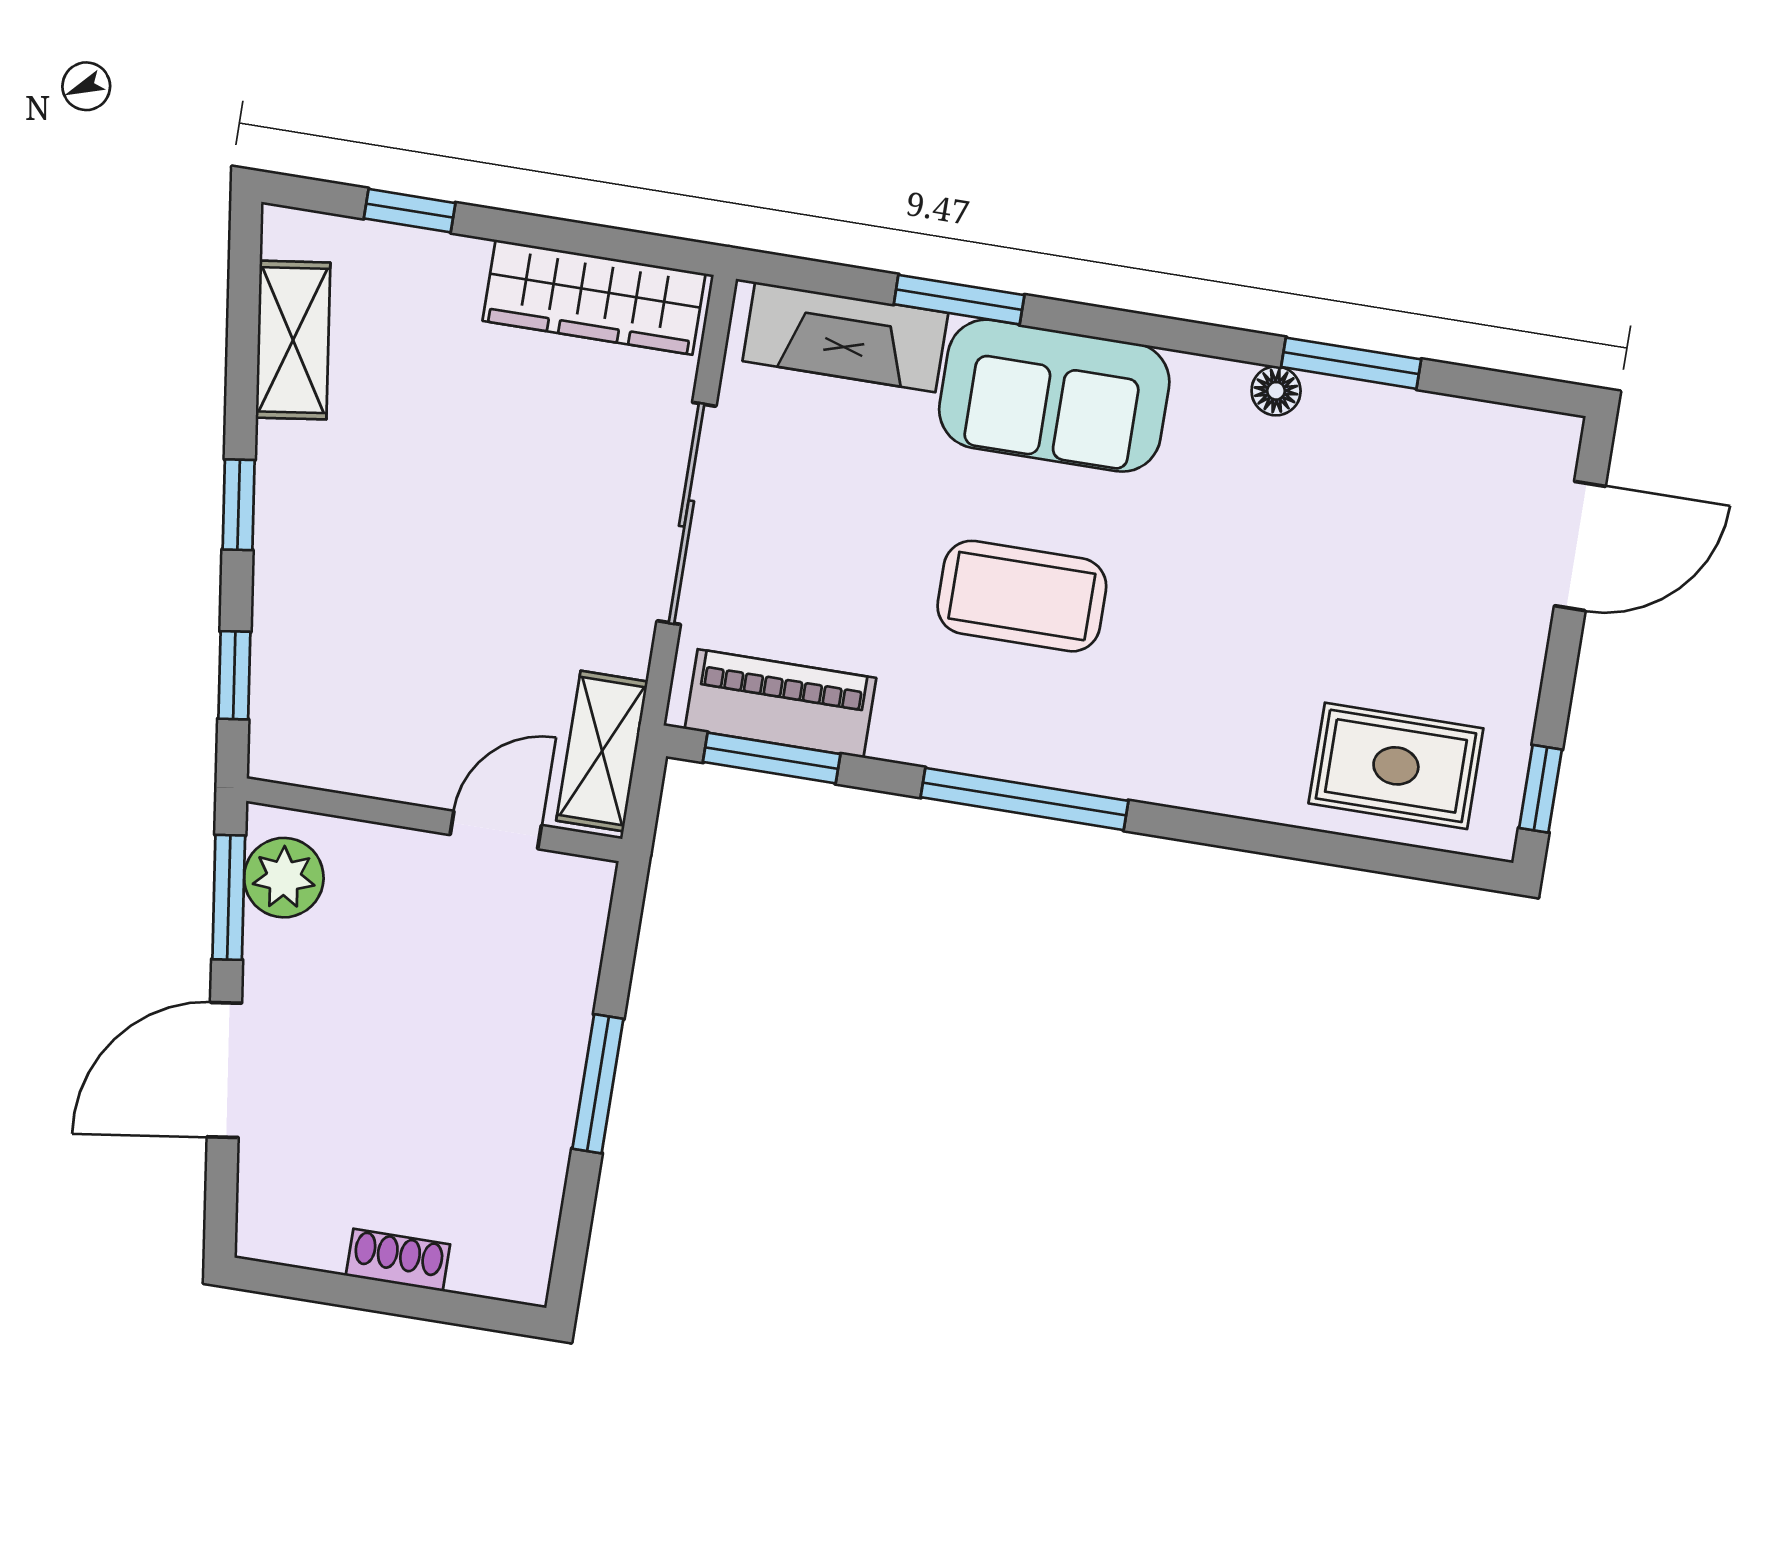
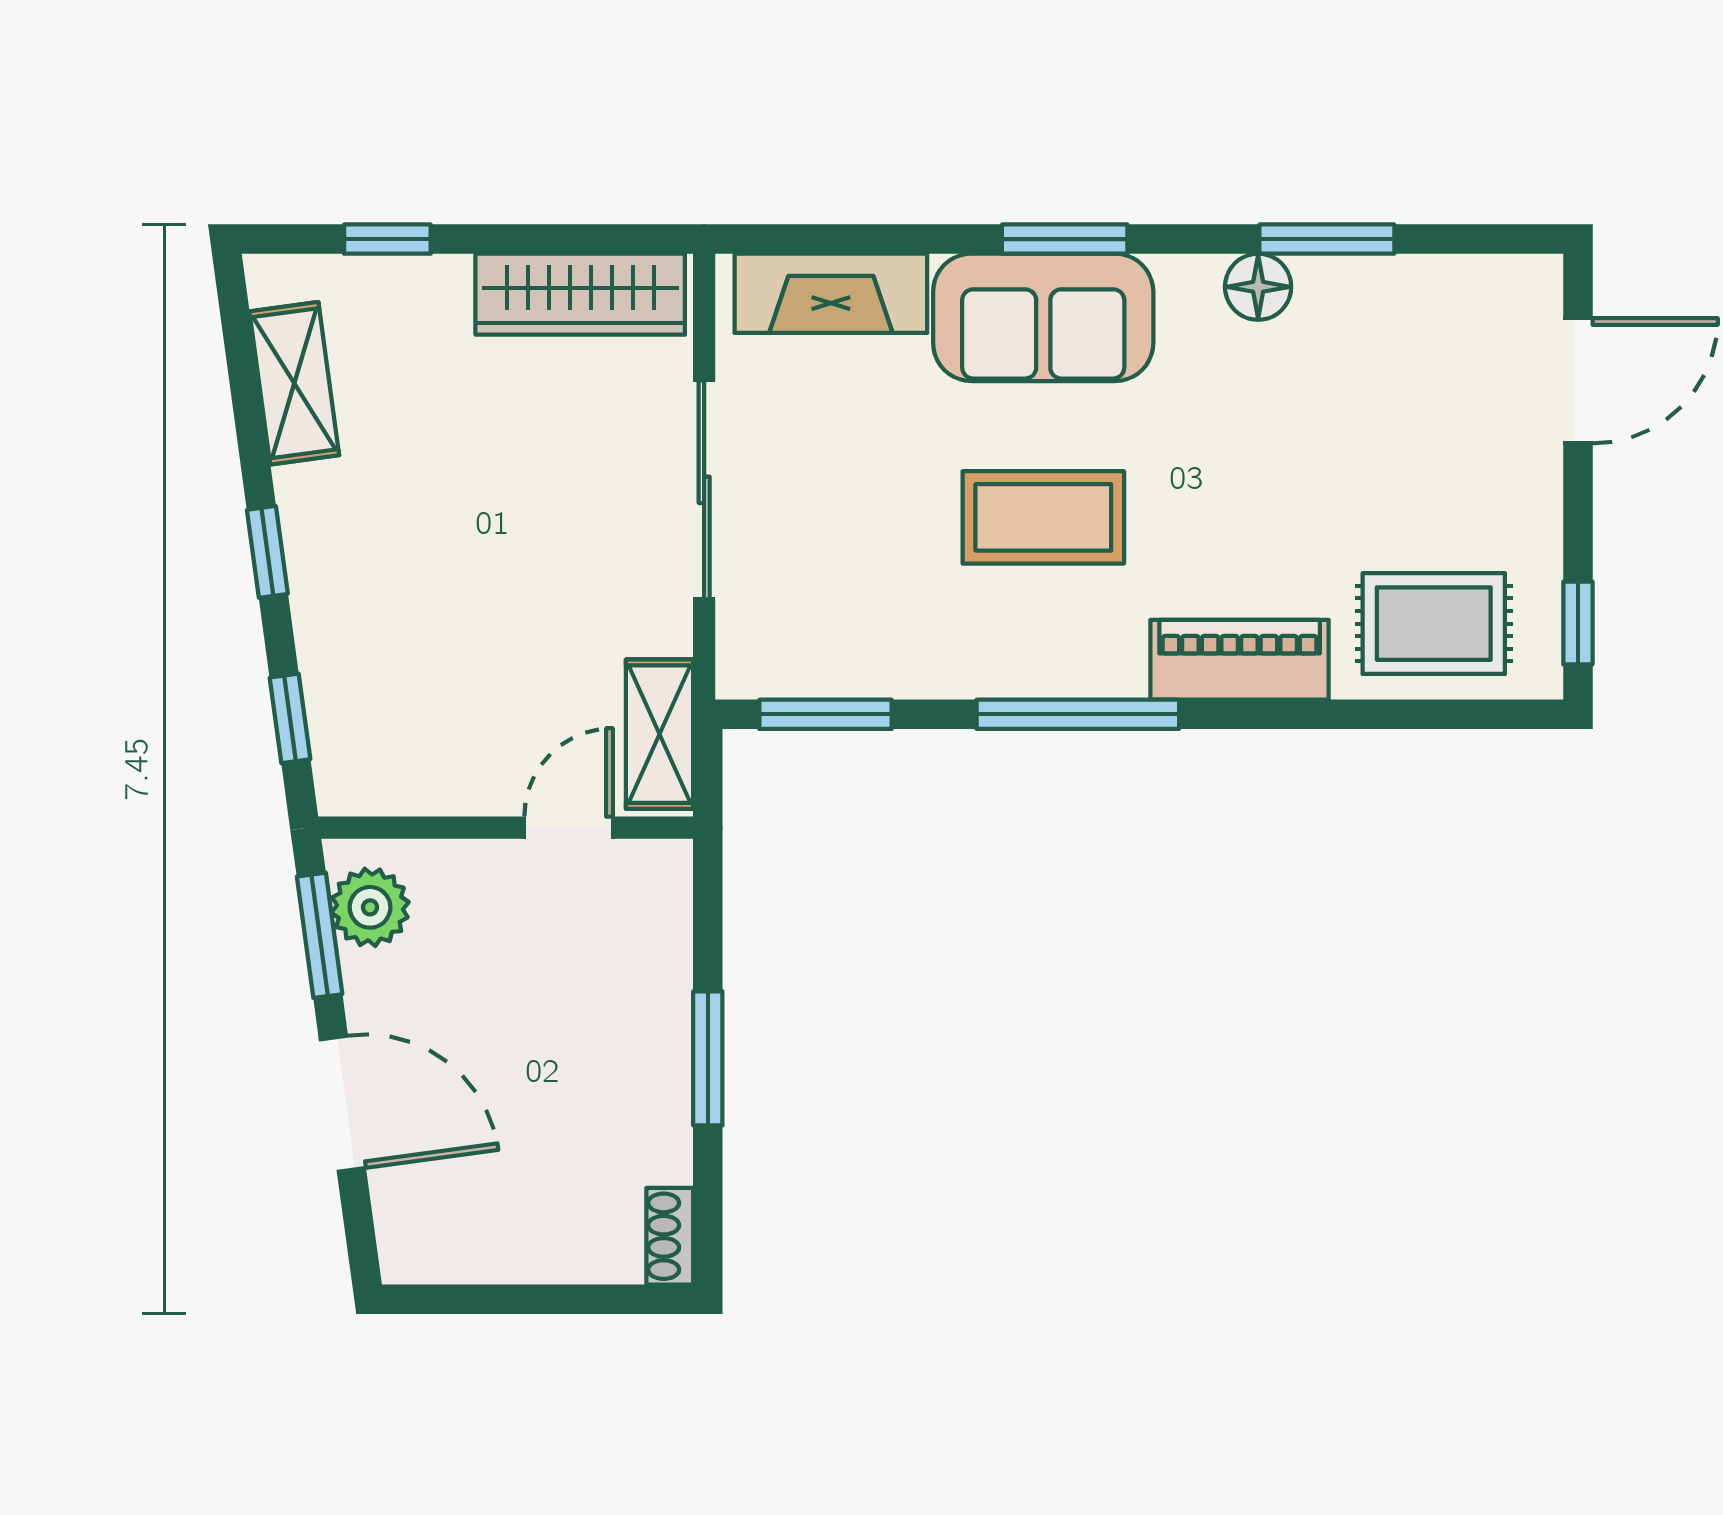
window: (959, 300) -> (1065, 239), moved
floor lamp: (1276, 391) -> (1258, 287), width x1.37, depth x1.37
piano: (780, 703) -> (1240, 660), moved
door: (224, 1070) -> (342, 1104), swing flipped
shoe rack: (398, 1260) -> (670, 1236), moved, turned -90

